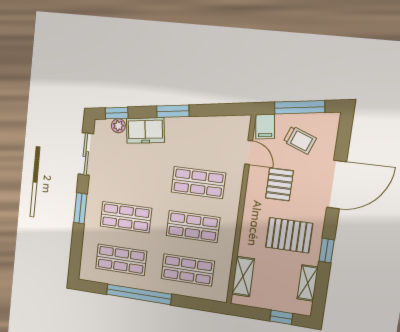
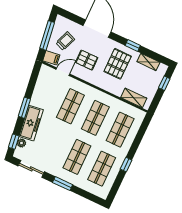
freezer: (145, 130) -> (31, 123), width x1.40
window: (139, 294) -> (126, 165), width x0.32

